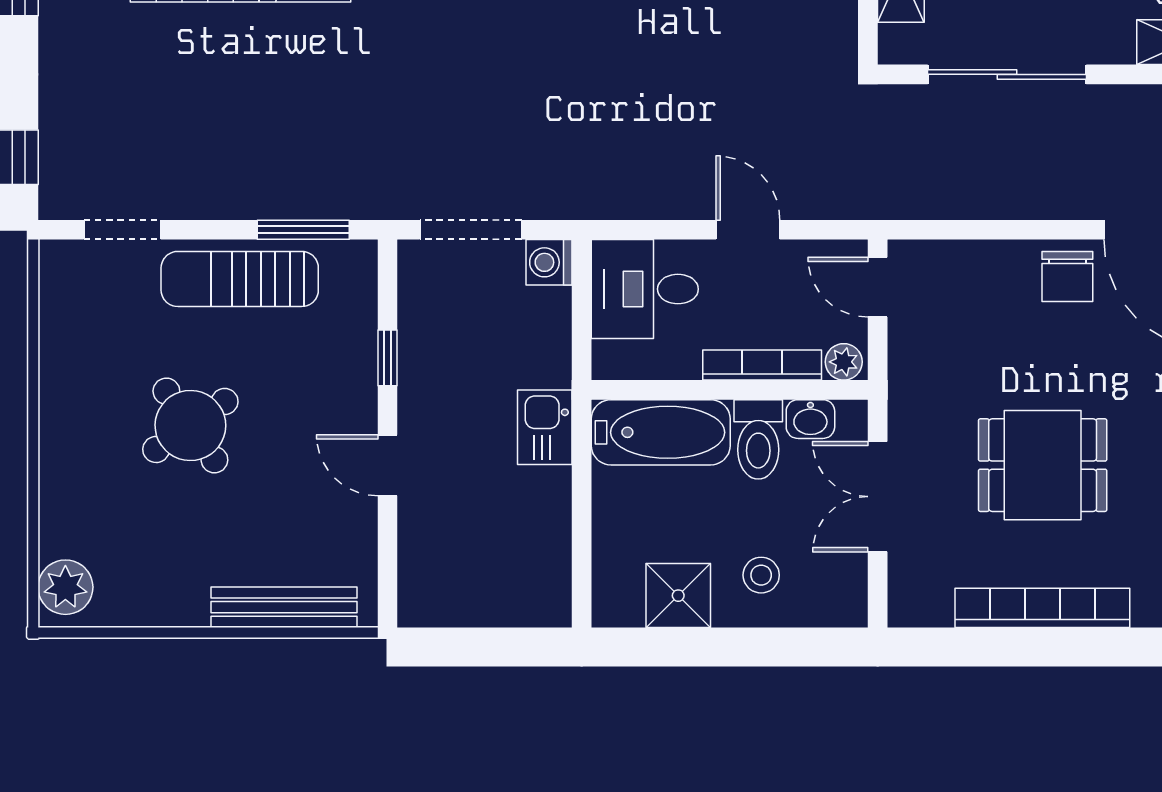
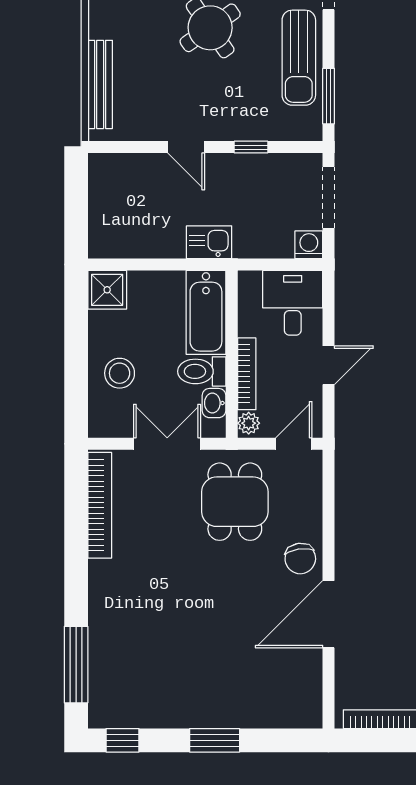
chair: (1067, 276) -> (300, 559), turned -98
sun lounger: (240, 279) -> (299, 58), turned 180
door: (388, 465) -> (186, 147), swing flipped
dining table: (1043, 465) -> (235, 502), moved
stool: (761, 575) -> (120, 373), width x1.37, depth x1.37
shower: (678, 596) -> (107, 290), moved
bookcase: (1042, 608) -> (100, 505), moved

